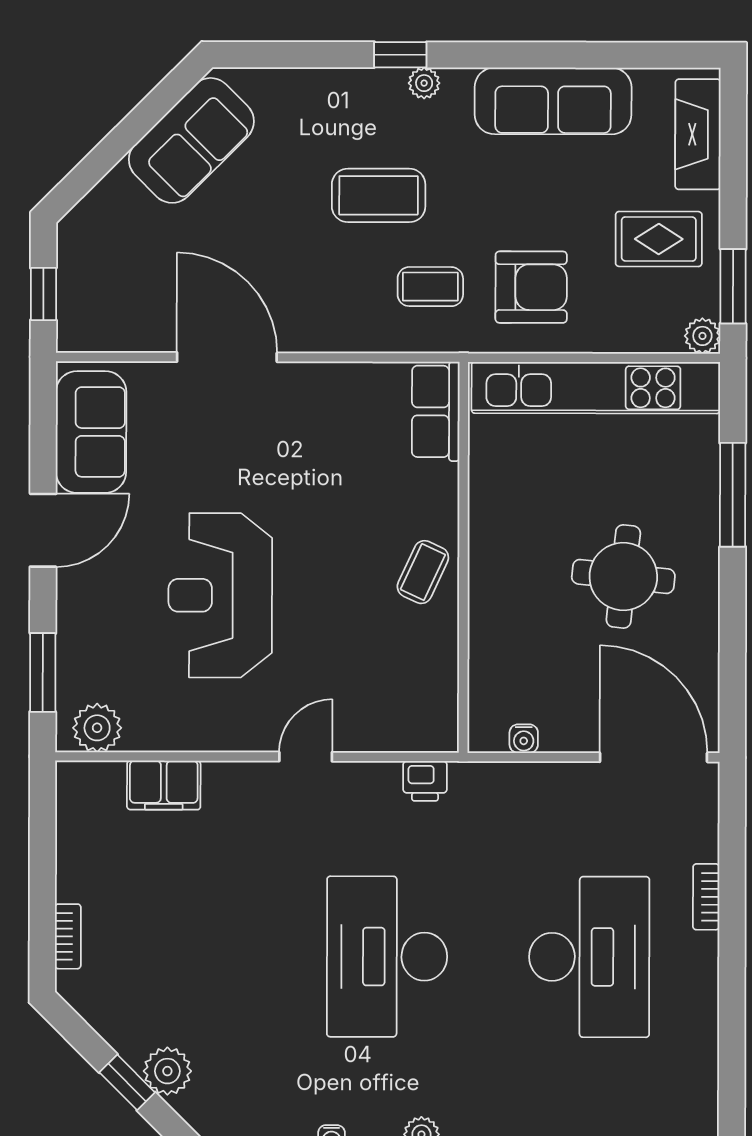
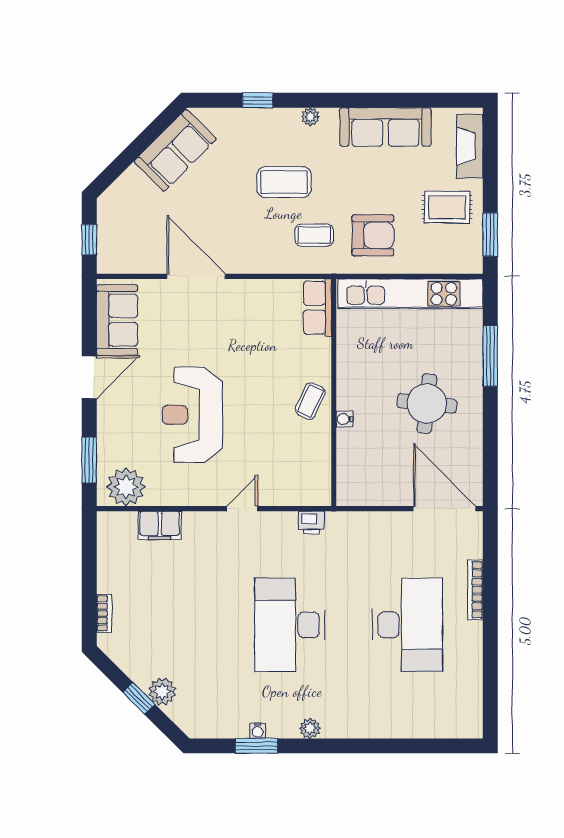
window: (400, 55) -> (258, 100), moved
plant: (702, 336) -> (473, 264), removed
plant: (97, 728) -> (126, 487), width x1.36, depth x1.36
water cooler: (524, 739) -> (344, 419), moved, turned 90
bookcase: (706, 897) -> (475, 590), width x1.56

